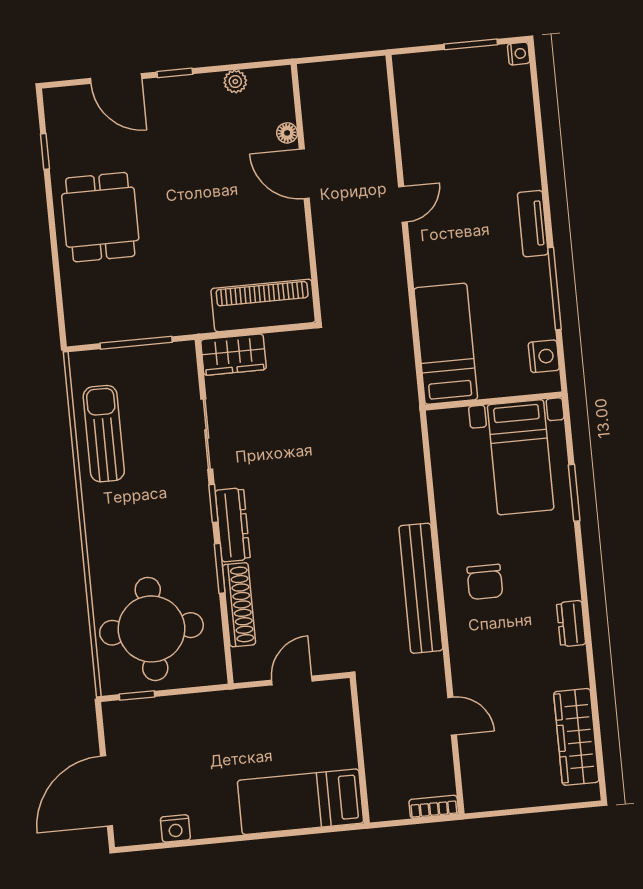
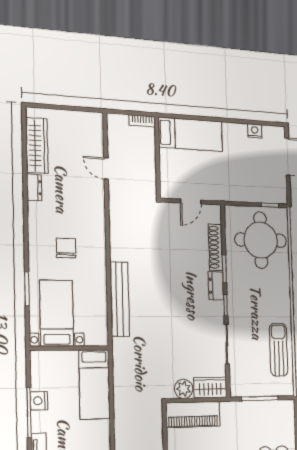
plant: (284, 348) -> (184, 389), added
nightstand: (544, 356) -> (39, 401), moved
sun lounger: (104, 434) -> (279, 350), turned 180
dresser: (233, 525) -> (216, 286), width x0.70
chair: (485, 582) -> (66, 248), moved
bench: (421, 588) -> (120, 299), moved
dresser: (571, 624) -> (34, 187), moved
bookcase: (434, 807) -> (142, 121), moved

